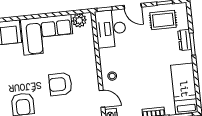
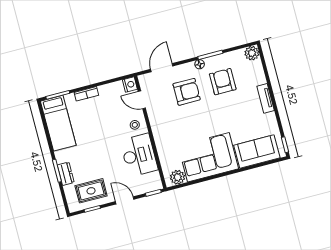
desk: (111, 29) -> (139, 155), moved
armchair: (60, 84) -> (187, 92), moved

